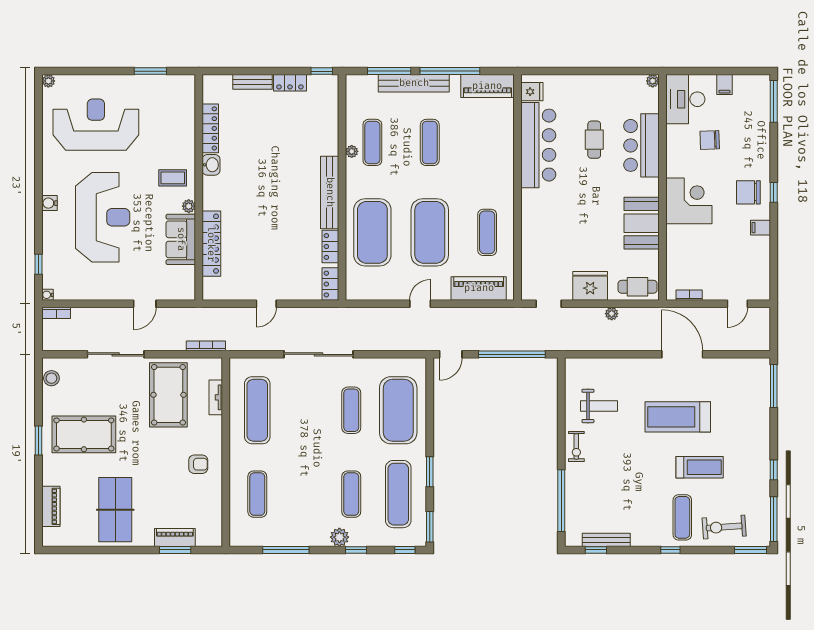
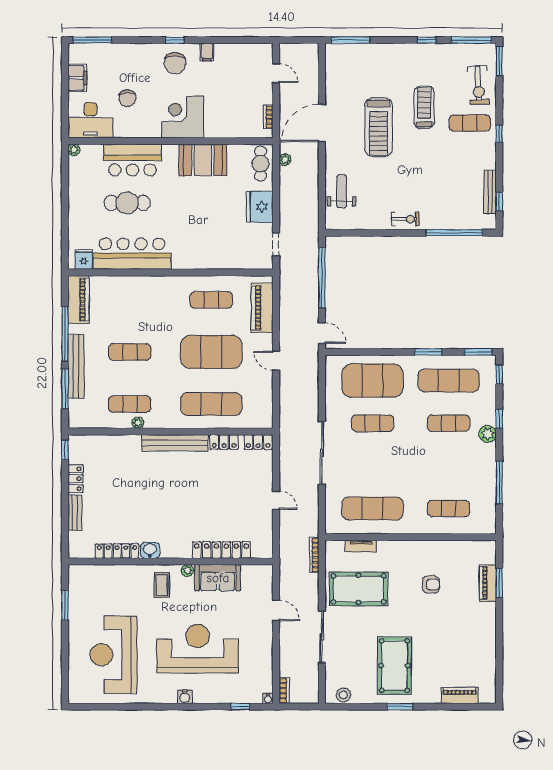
plant: (48, 81) -> (74, 698), removed
filing cabinet: (724, 85) -> (77, 78), width x2.00
cafe table: (594, 140) -> (127, 203), width x1.37, depth x1.35
exercise mat: (372, 232) -> (211, 404), width x0.68
plant: (612, 314) -> (285, 160), moved
weight bench: (599, 406) -> (342, 191), moved
armchair: (198, 464) -> (431, 585), moved, turned 90
table tennis table: (115, 510) -> (463, 637), removed

